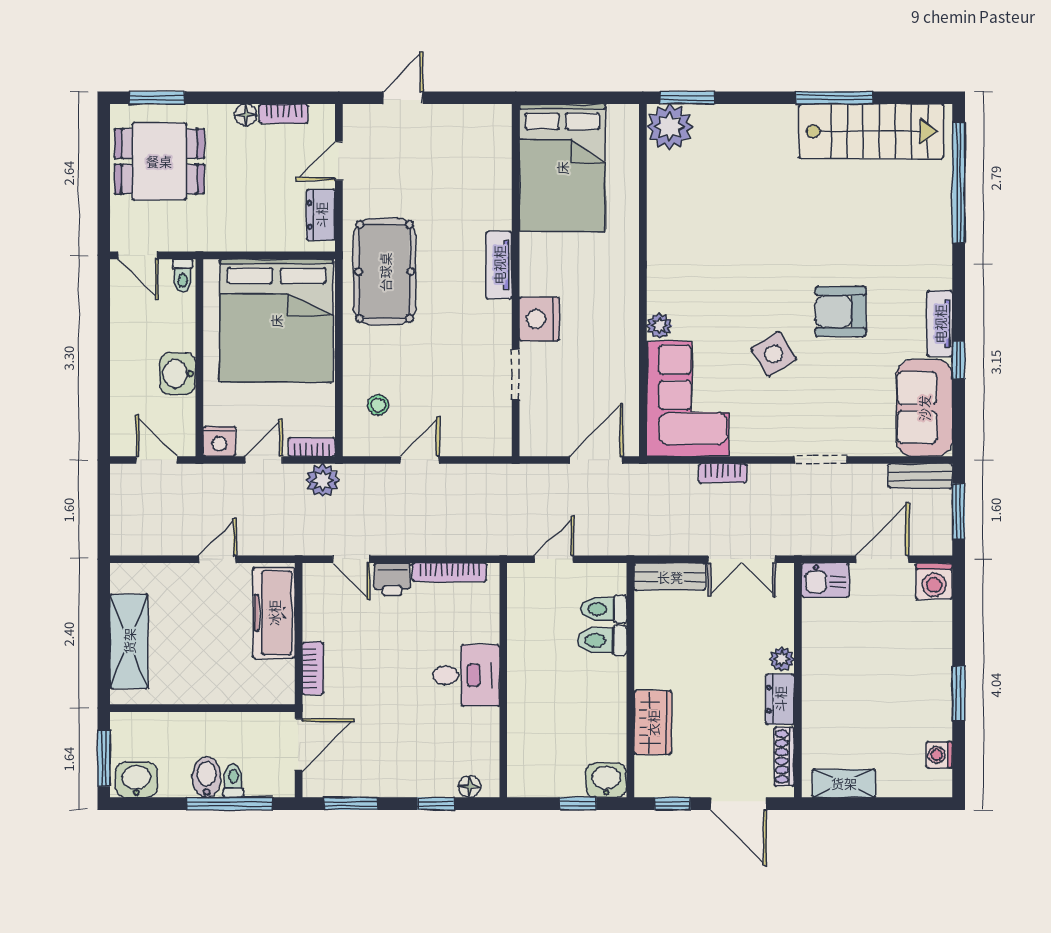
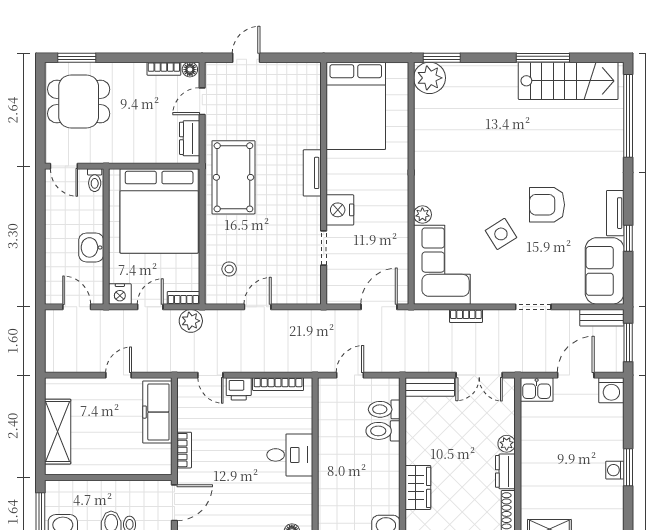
floor lamp: (246, 115) -> (190, 70), moved
washing machine: (939, 755) -> (615, 470), moved

